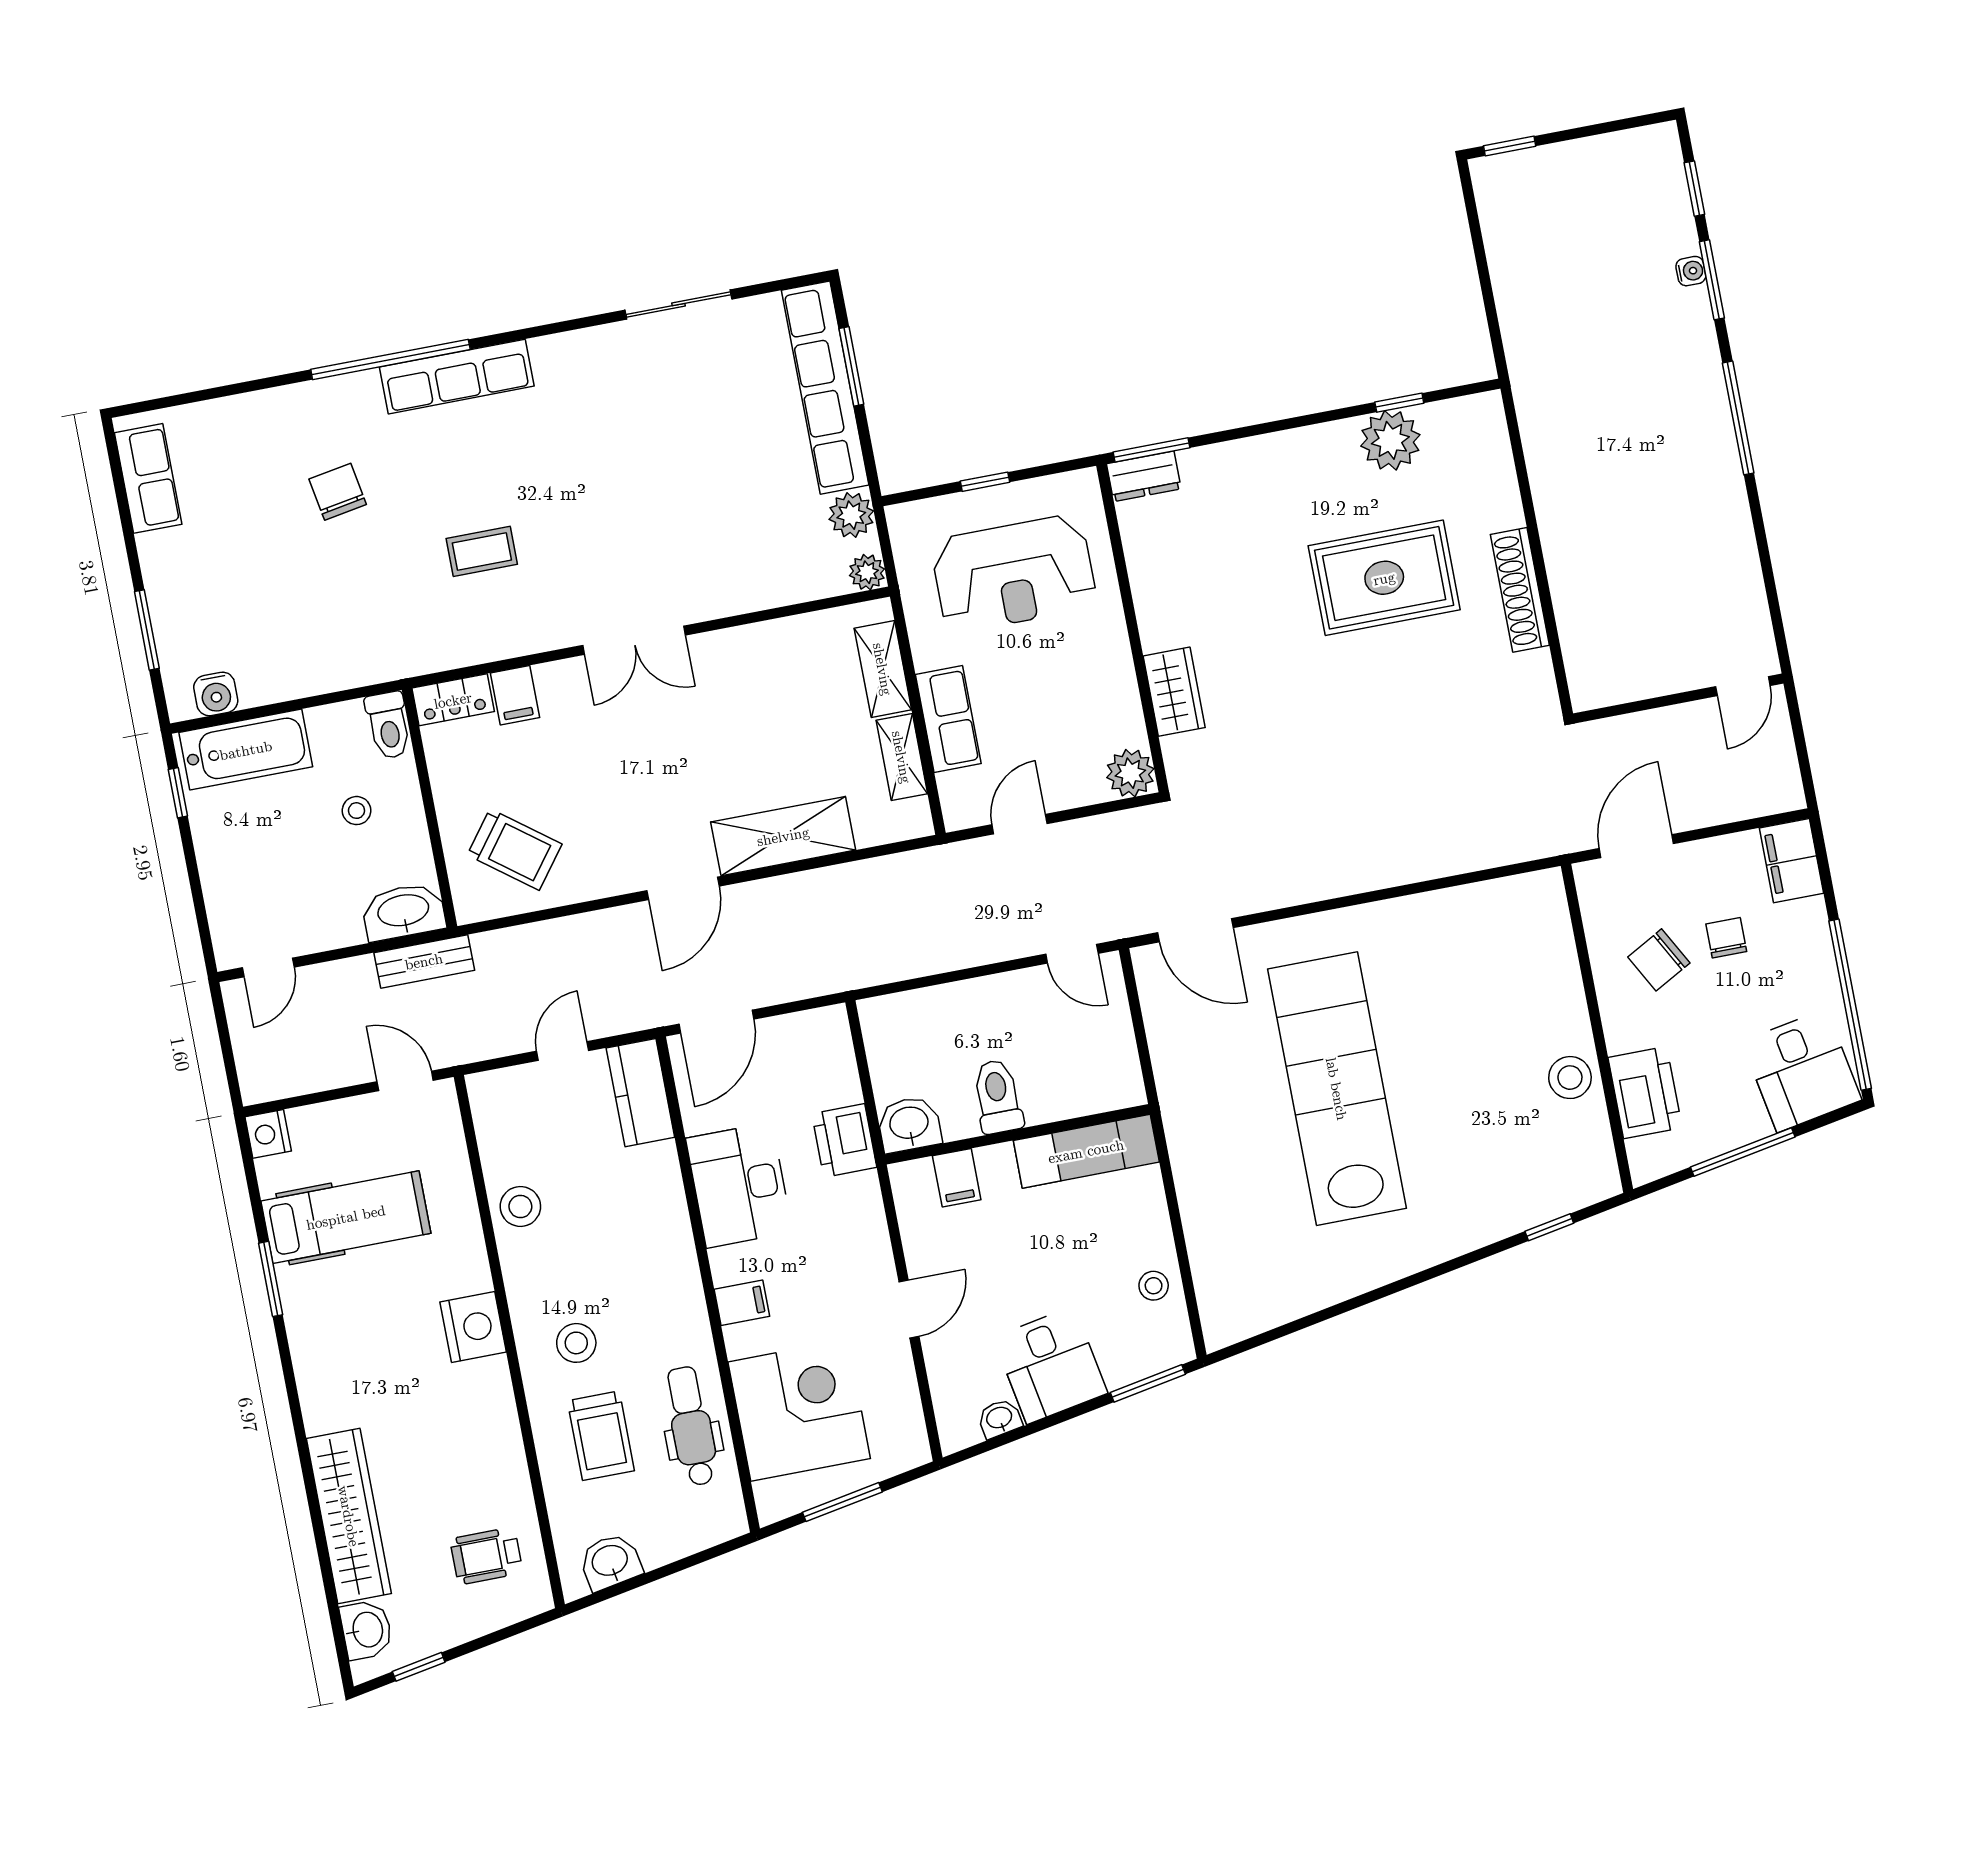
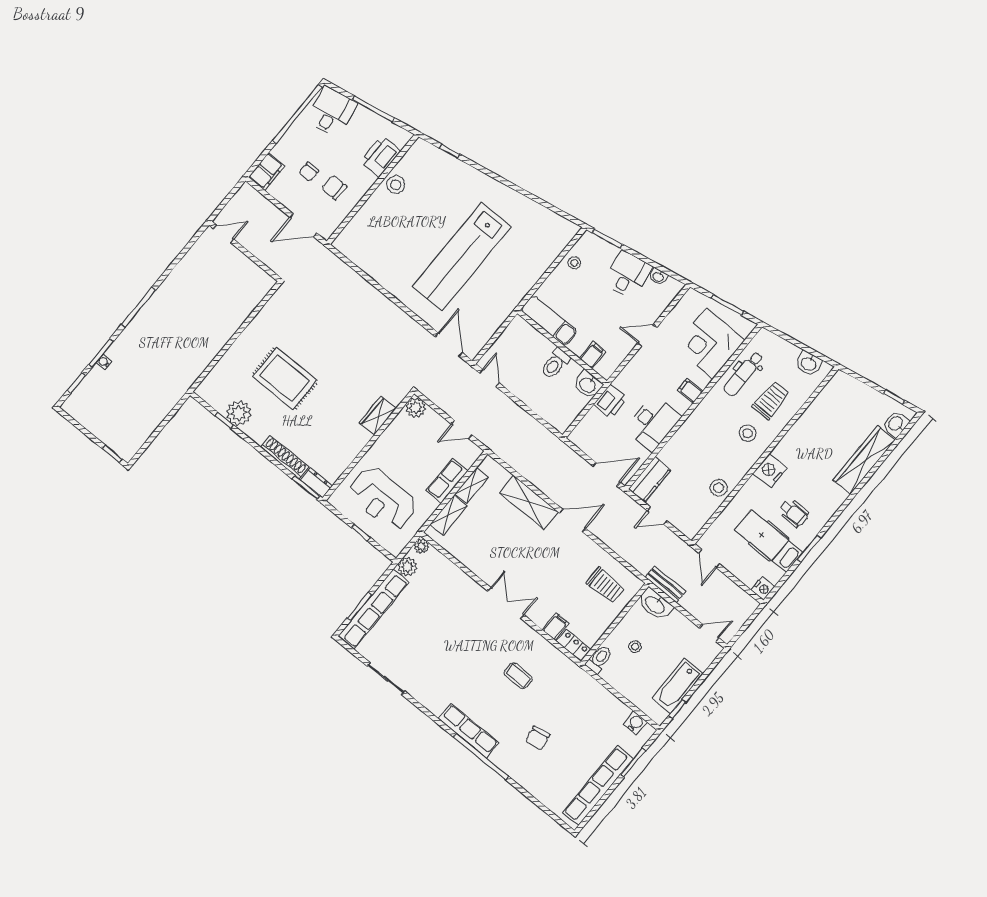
row of seats: (148, 478) -> (598, 786), width x2.02
reception desk: (1014, 574) -> (383, 499), turned 180
shoe rack: (1520, 590) -> (285, 457), moved, turned -90
bathtub: (246, 750) -> (677, 686), moved, turned -90
trolley: (515, 850) -> (605, 585), turned 143
chair: (1659, 960) -> (334, 188), turned -151
wheelchair: (486, 1556) -> (794, 513), moved

